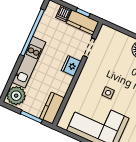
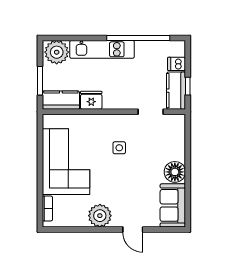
fridge: (71, 66) -> (91, 100), moved
side table: (108, 93) -> (119, 148), moved

